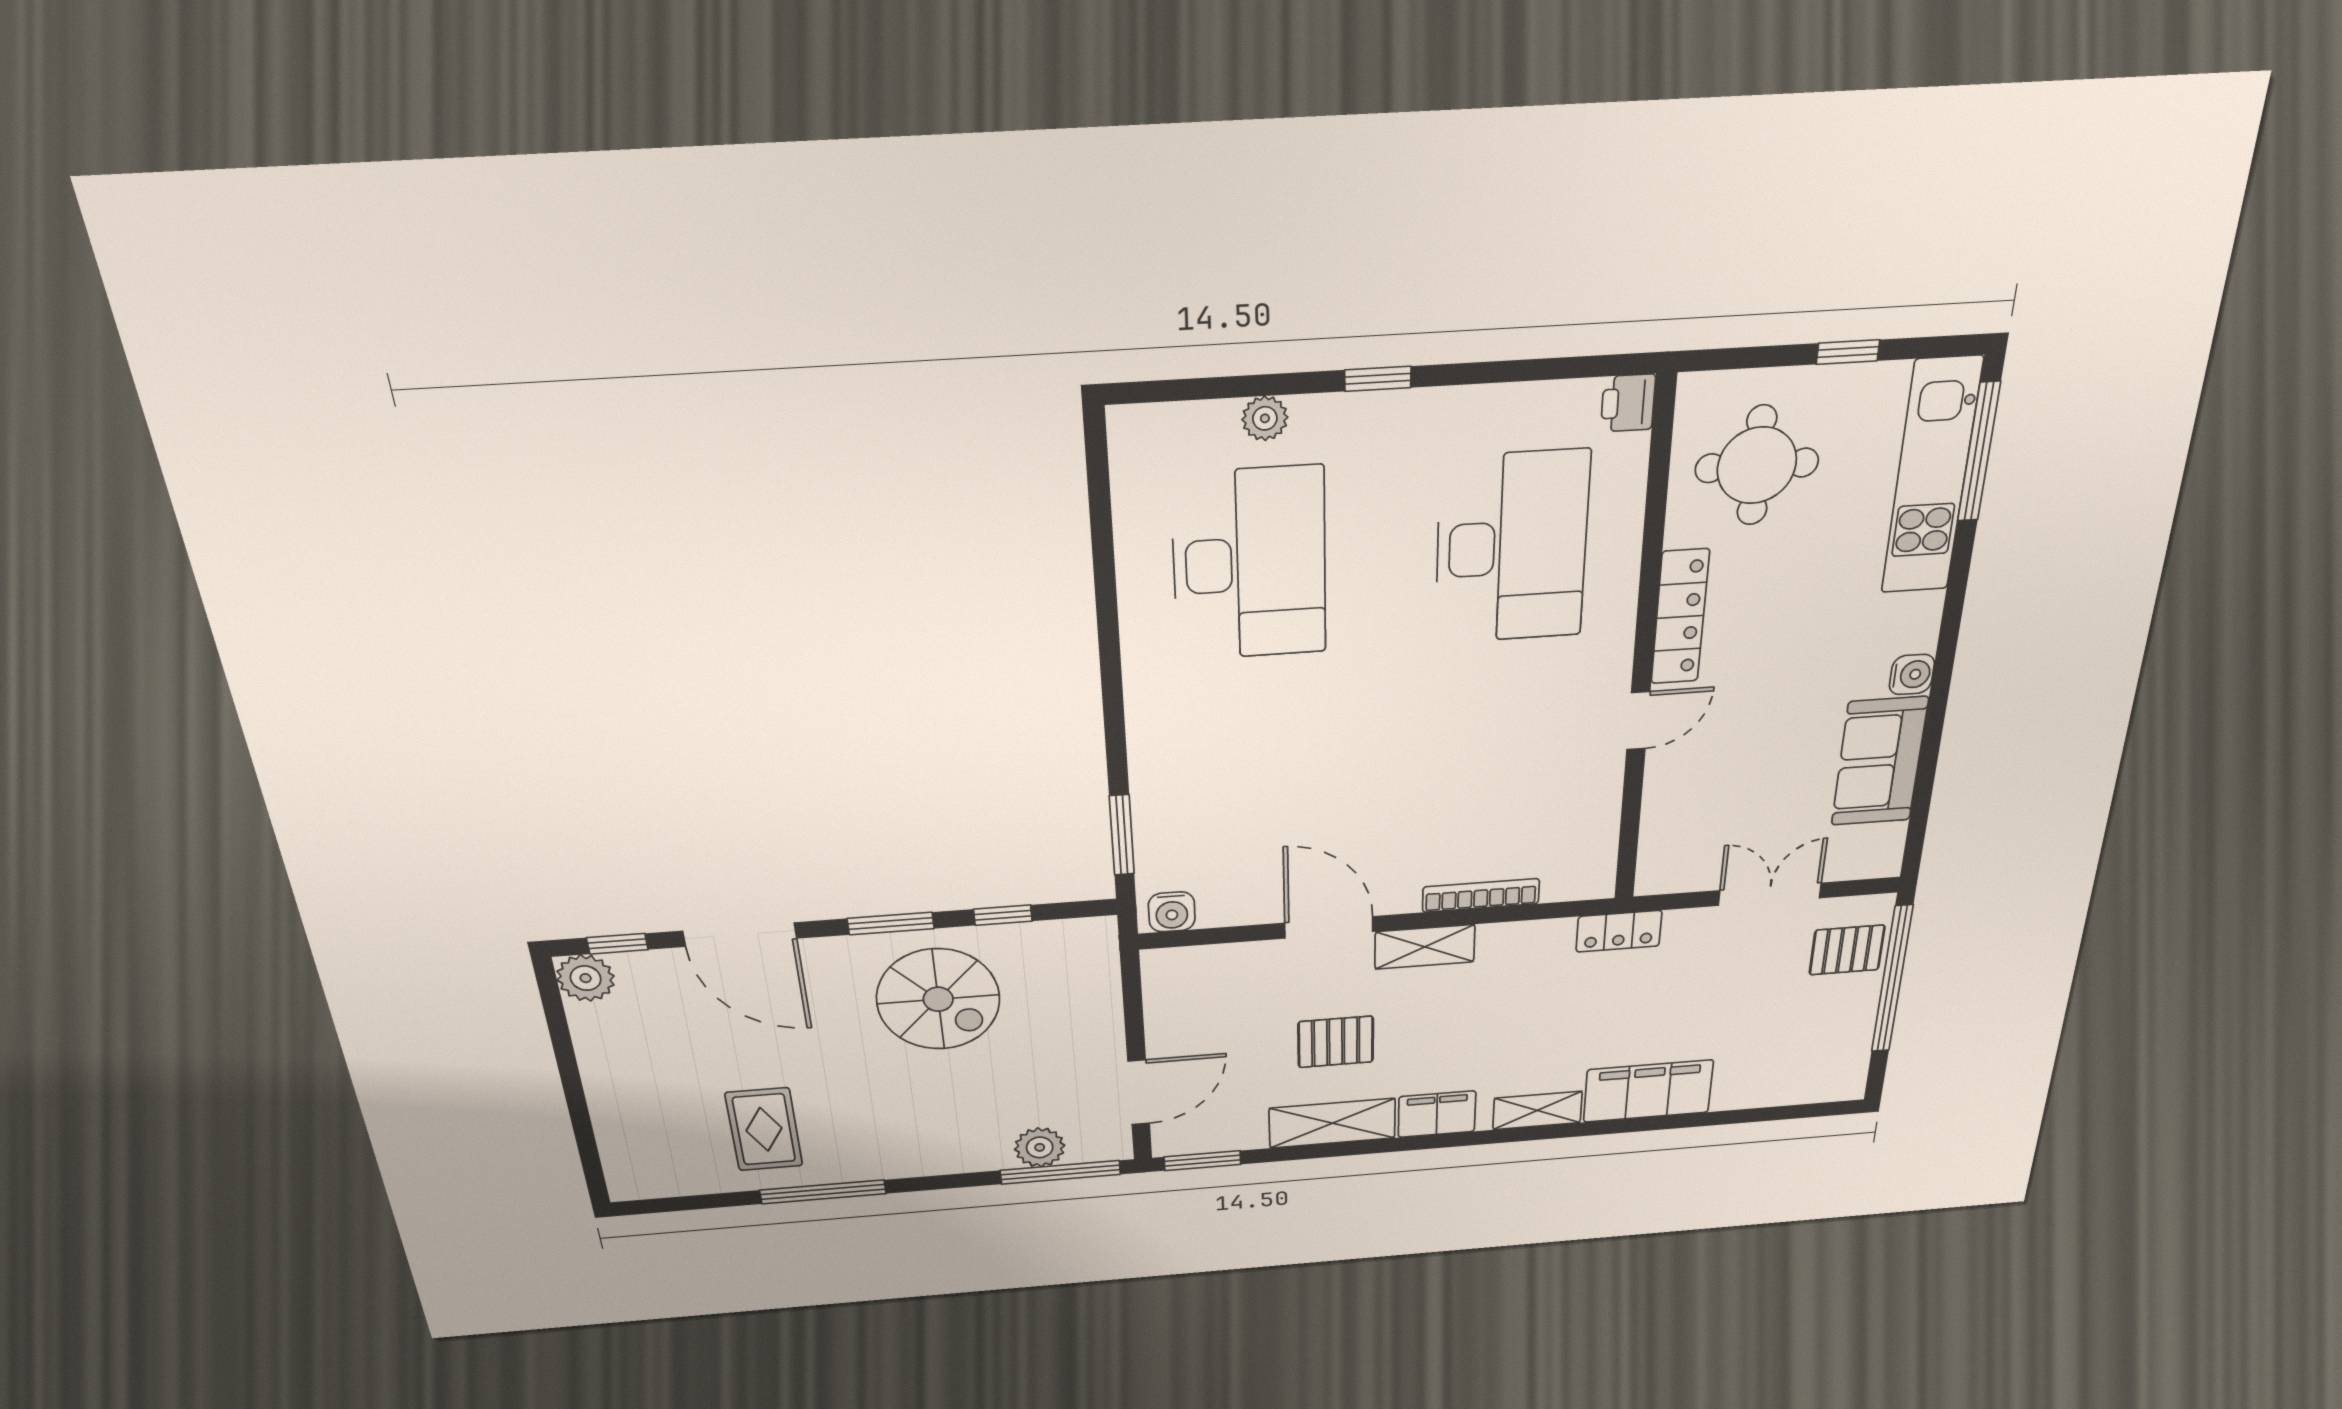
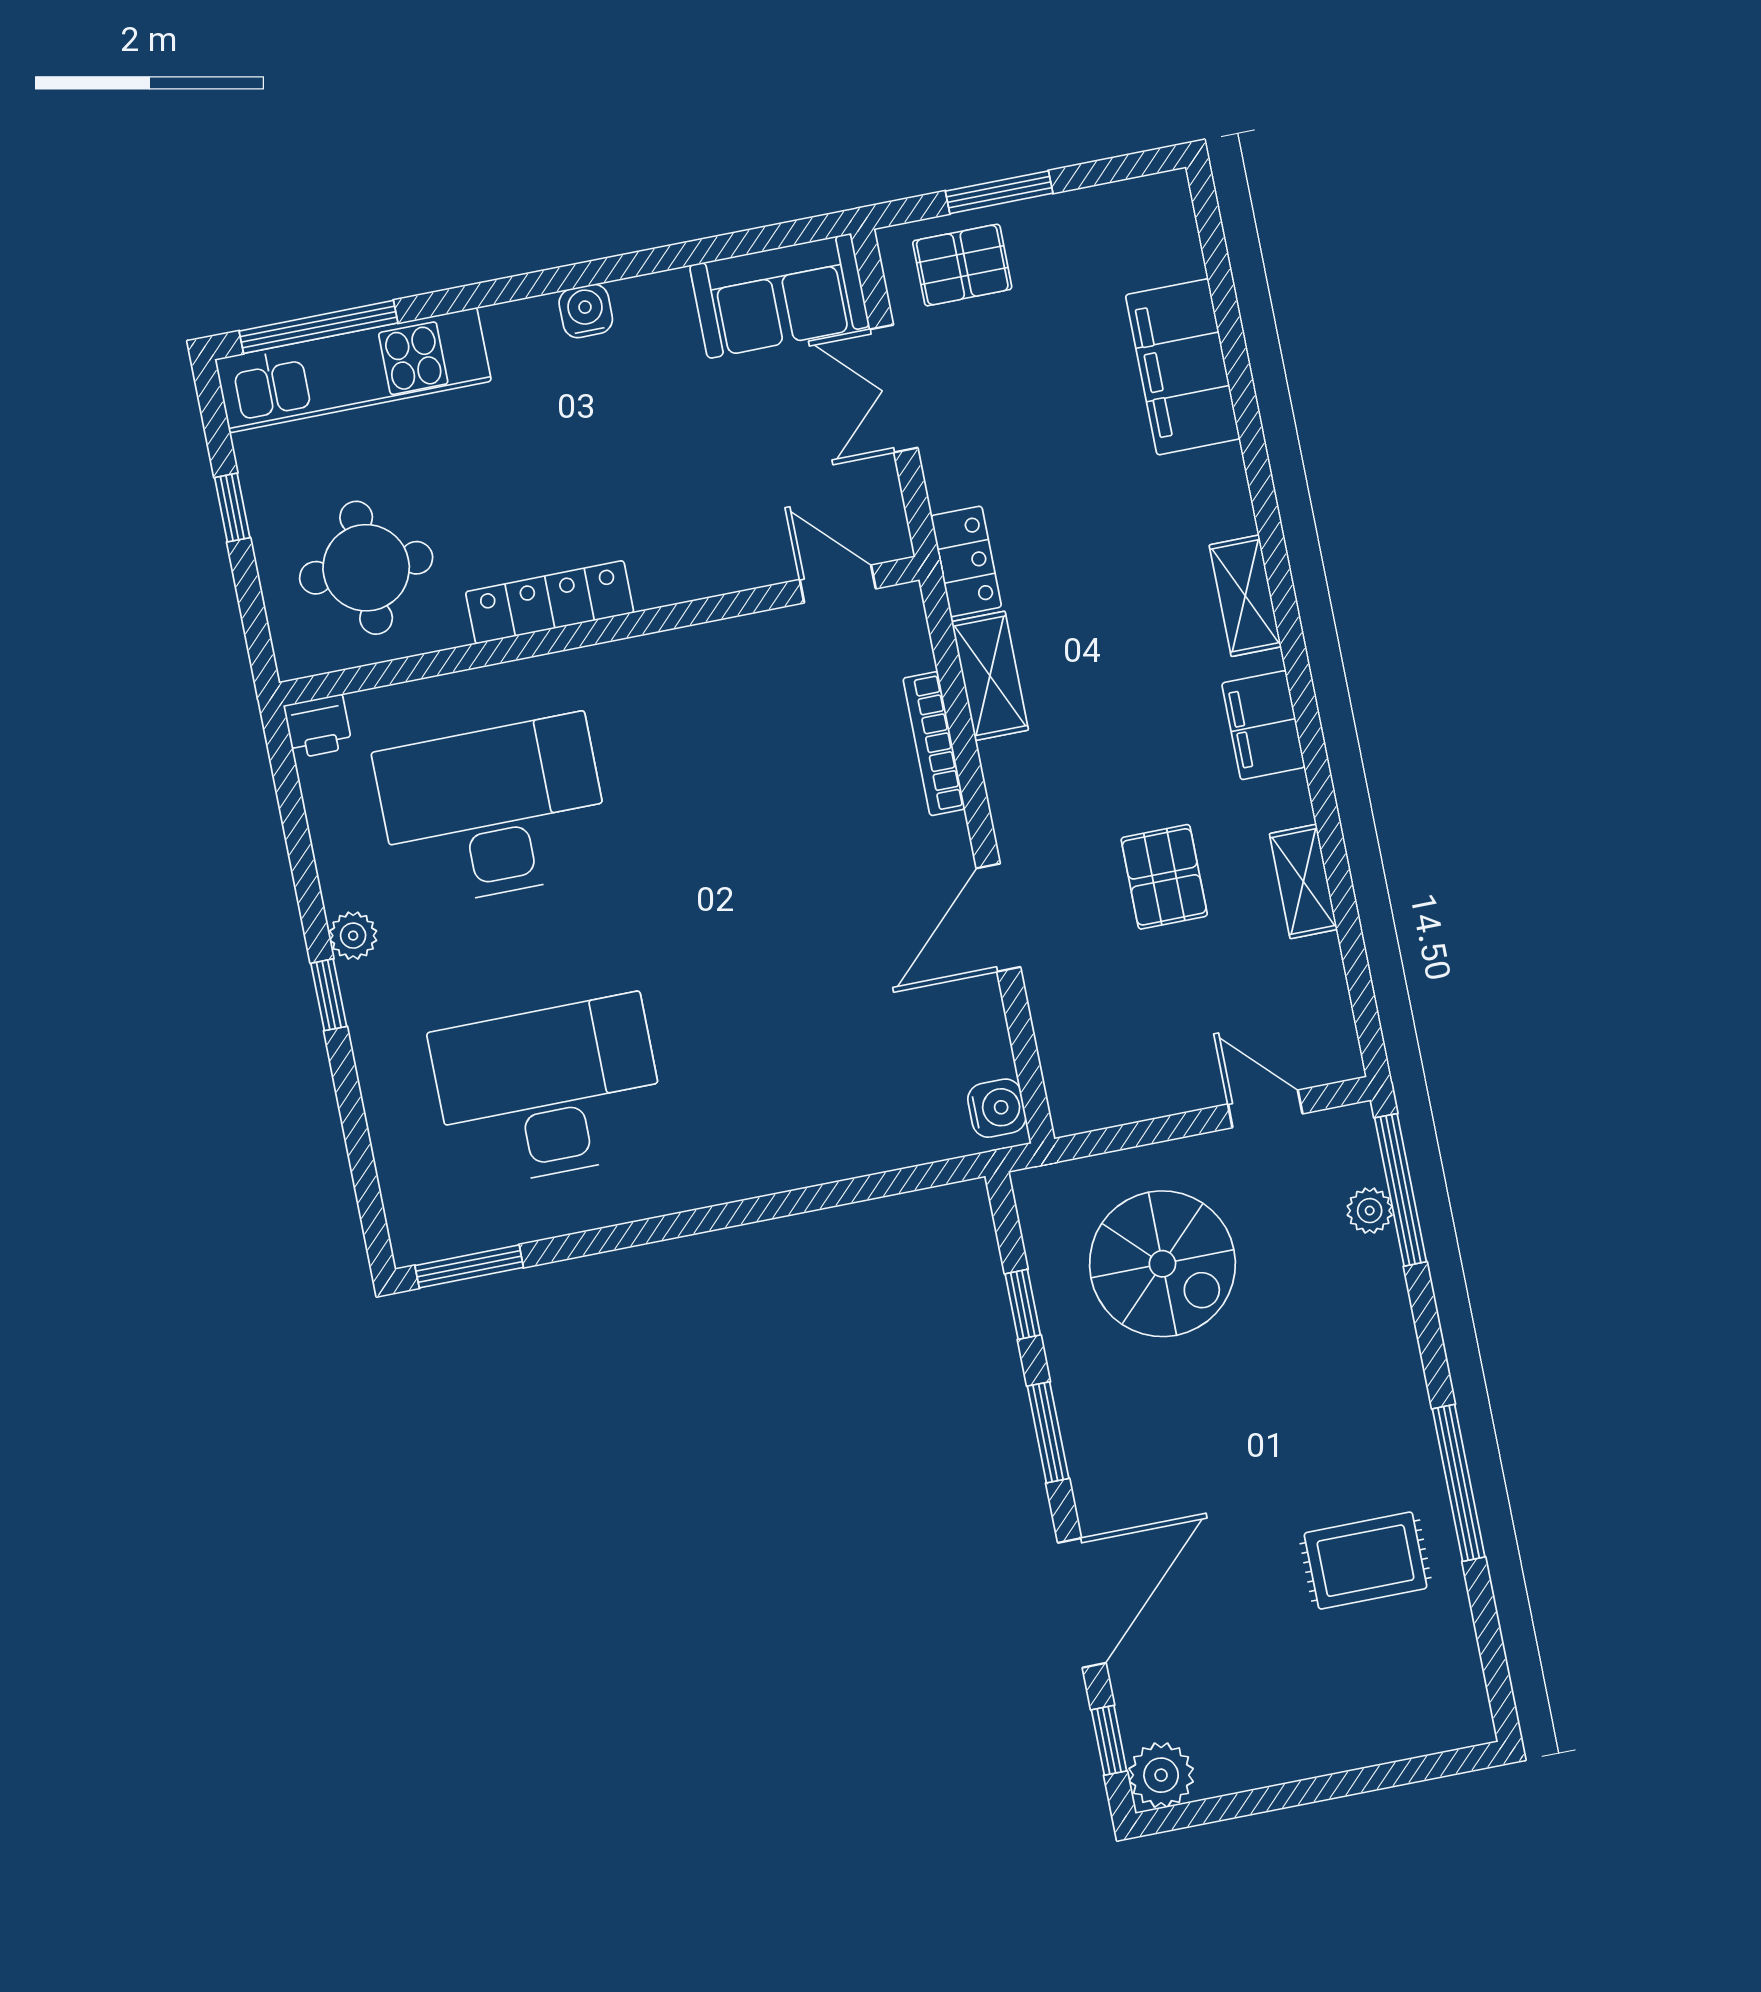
plant: (1265, 418) -> (353, 936), moved
door: (1638, 721) -> (838, 584), moved
sofa: (1879, 762) -> (779, 296), moved
window: (1122, 835) -> (469, 1266), moved
shelving: (1425, 947) -> (990, 676), moved
pallet: (1847, 950) -> (962, 265), turned 90
window: (1892, 979) -> (999, 192), width x0.47
spiral stairs: (938, 999) -> (1162, 1264), moved, turned 90
filing cabinet: (1648, 1091) -> (1183, 367), moved
door: (1139, 1092) -> (1265, 1109), width x0.73
shelving: (1332, 1123) -> (1303, 881), width x0.67, depth x0.75
plant: (1040, 1147) -> (1370, 1211), width x0.73, depth x0.73
window: (1202, 1161) -> (1365, 1012), removed

